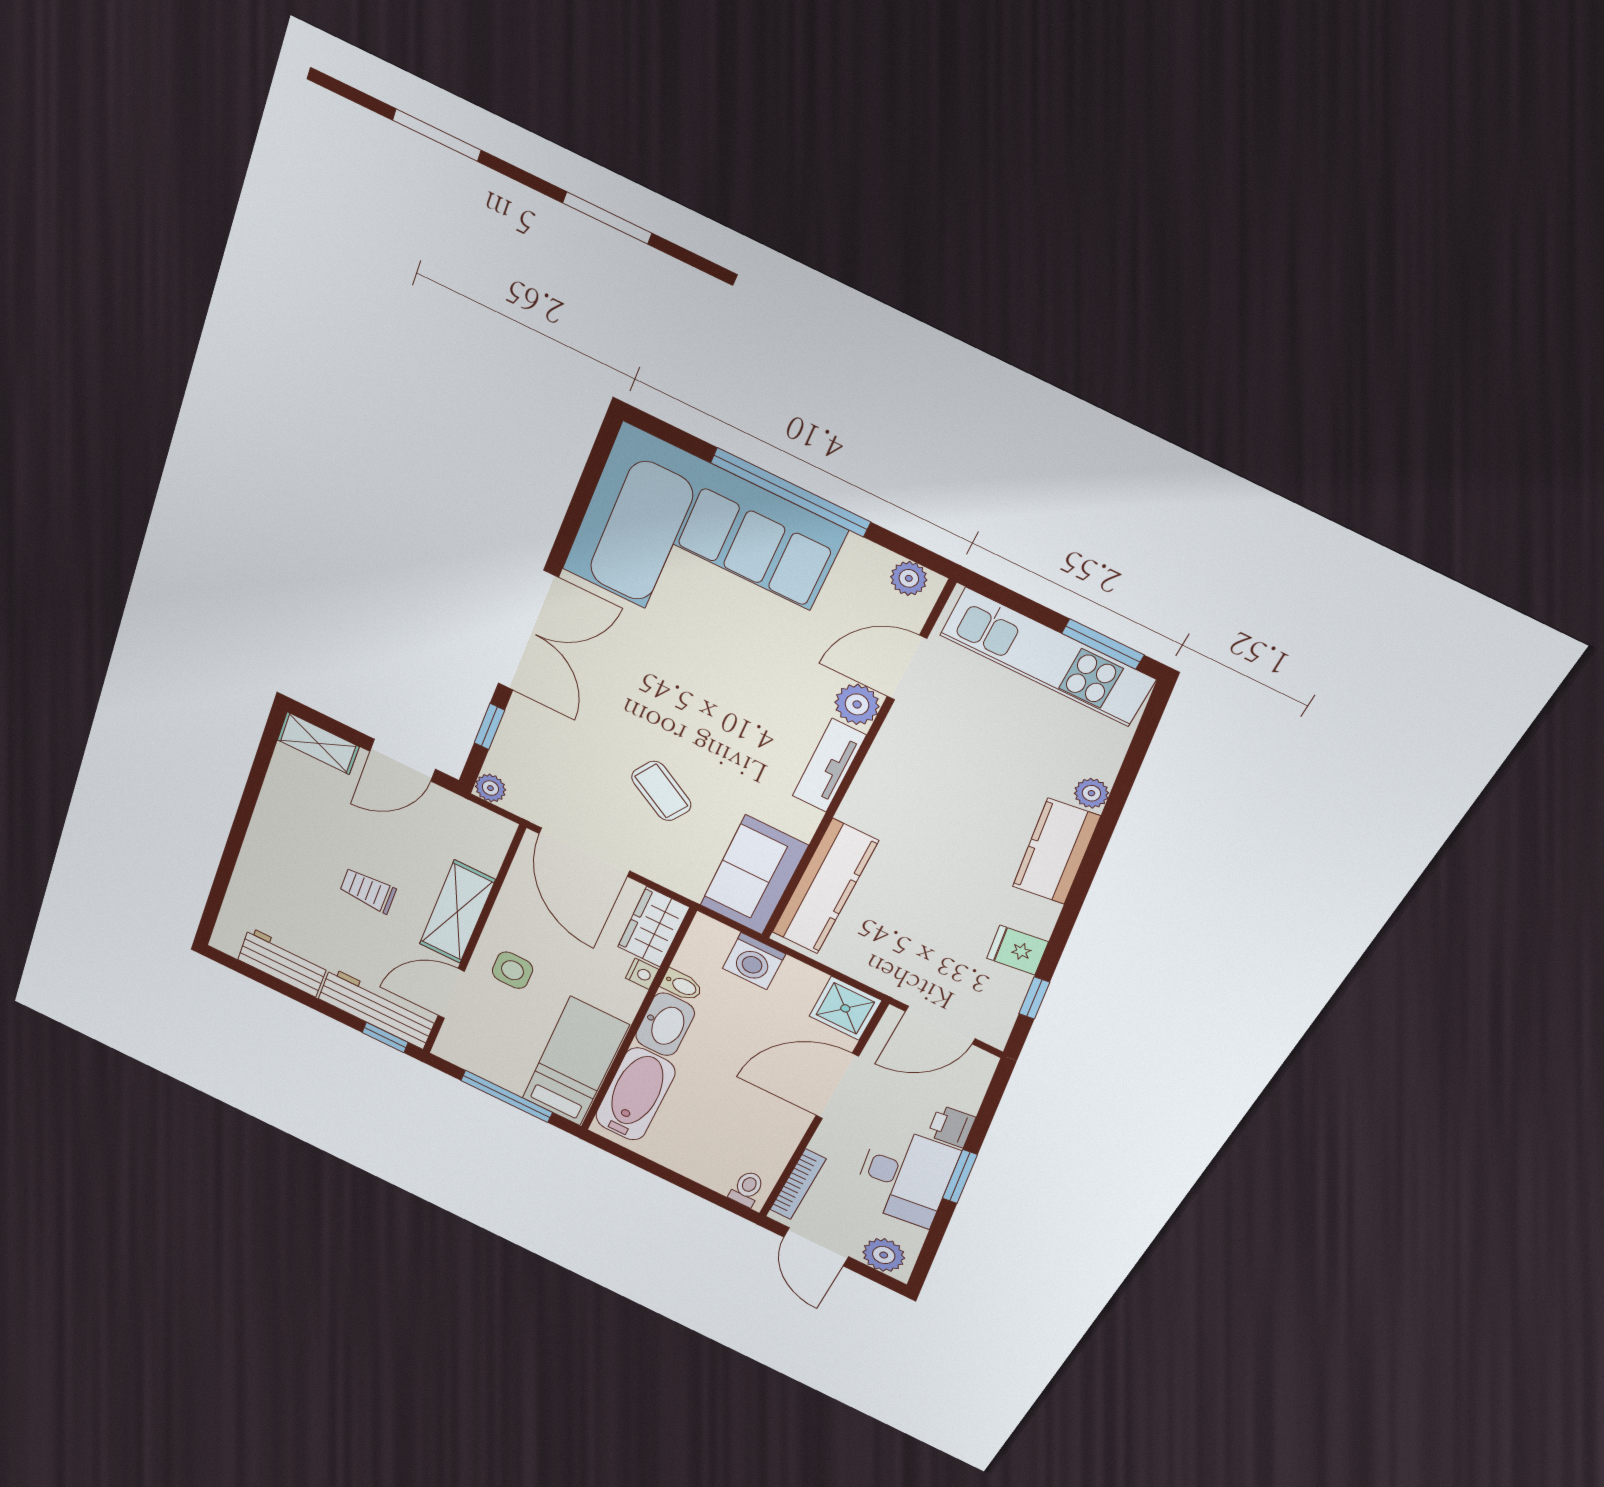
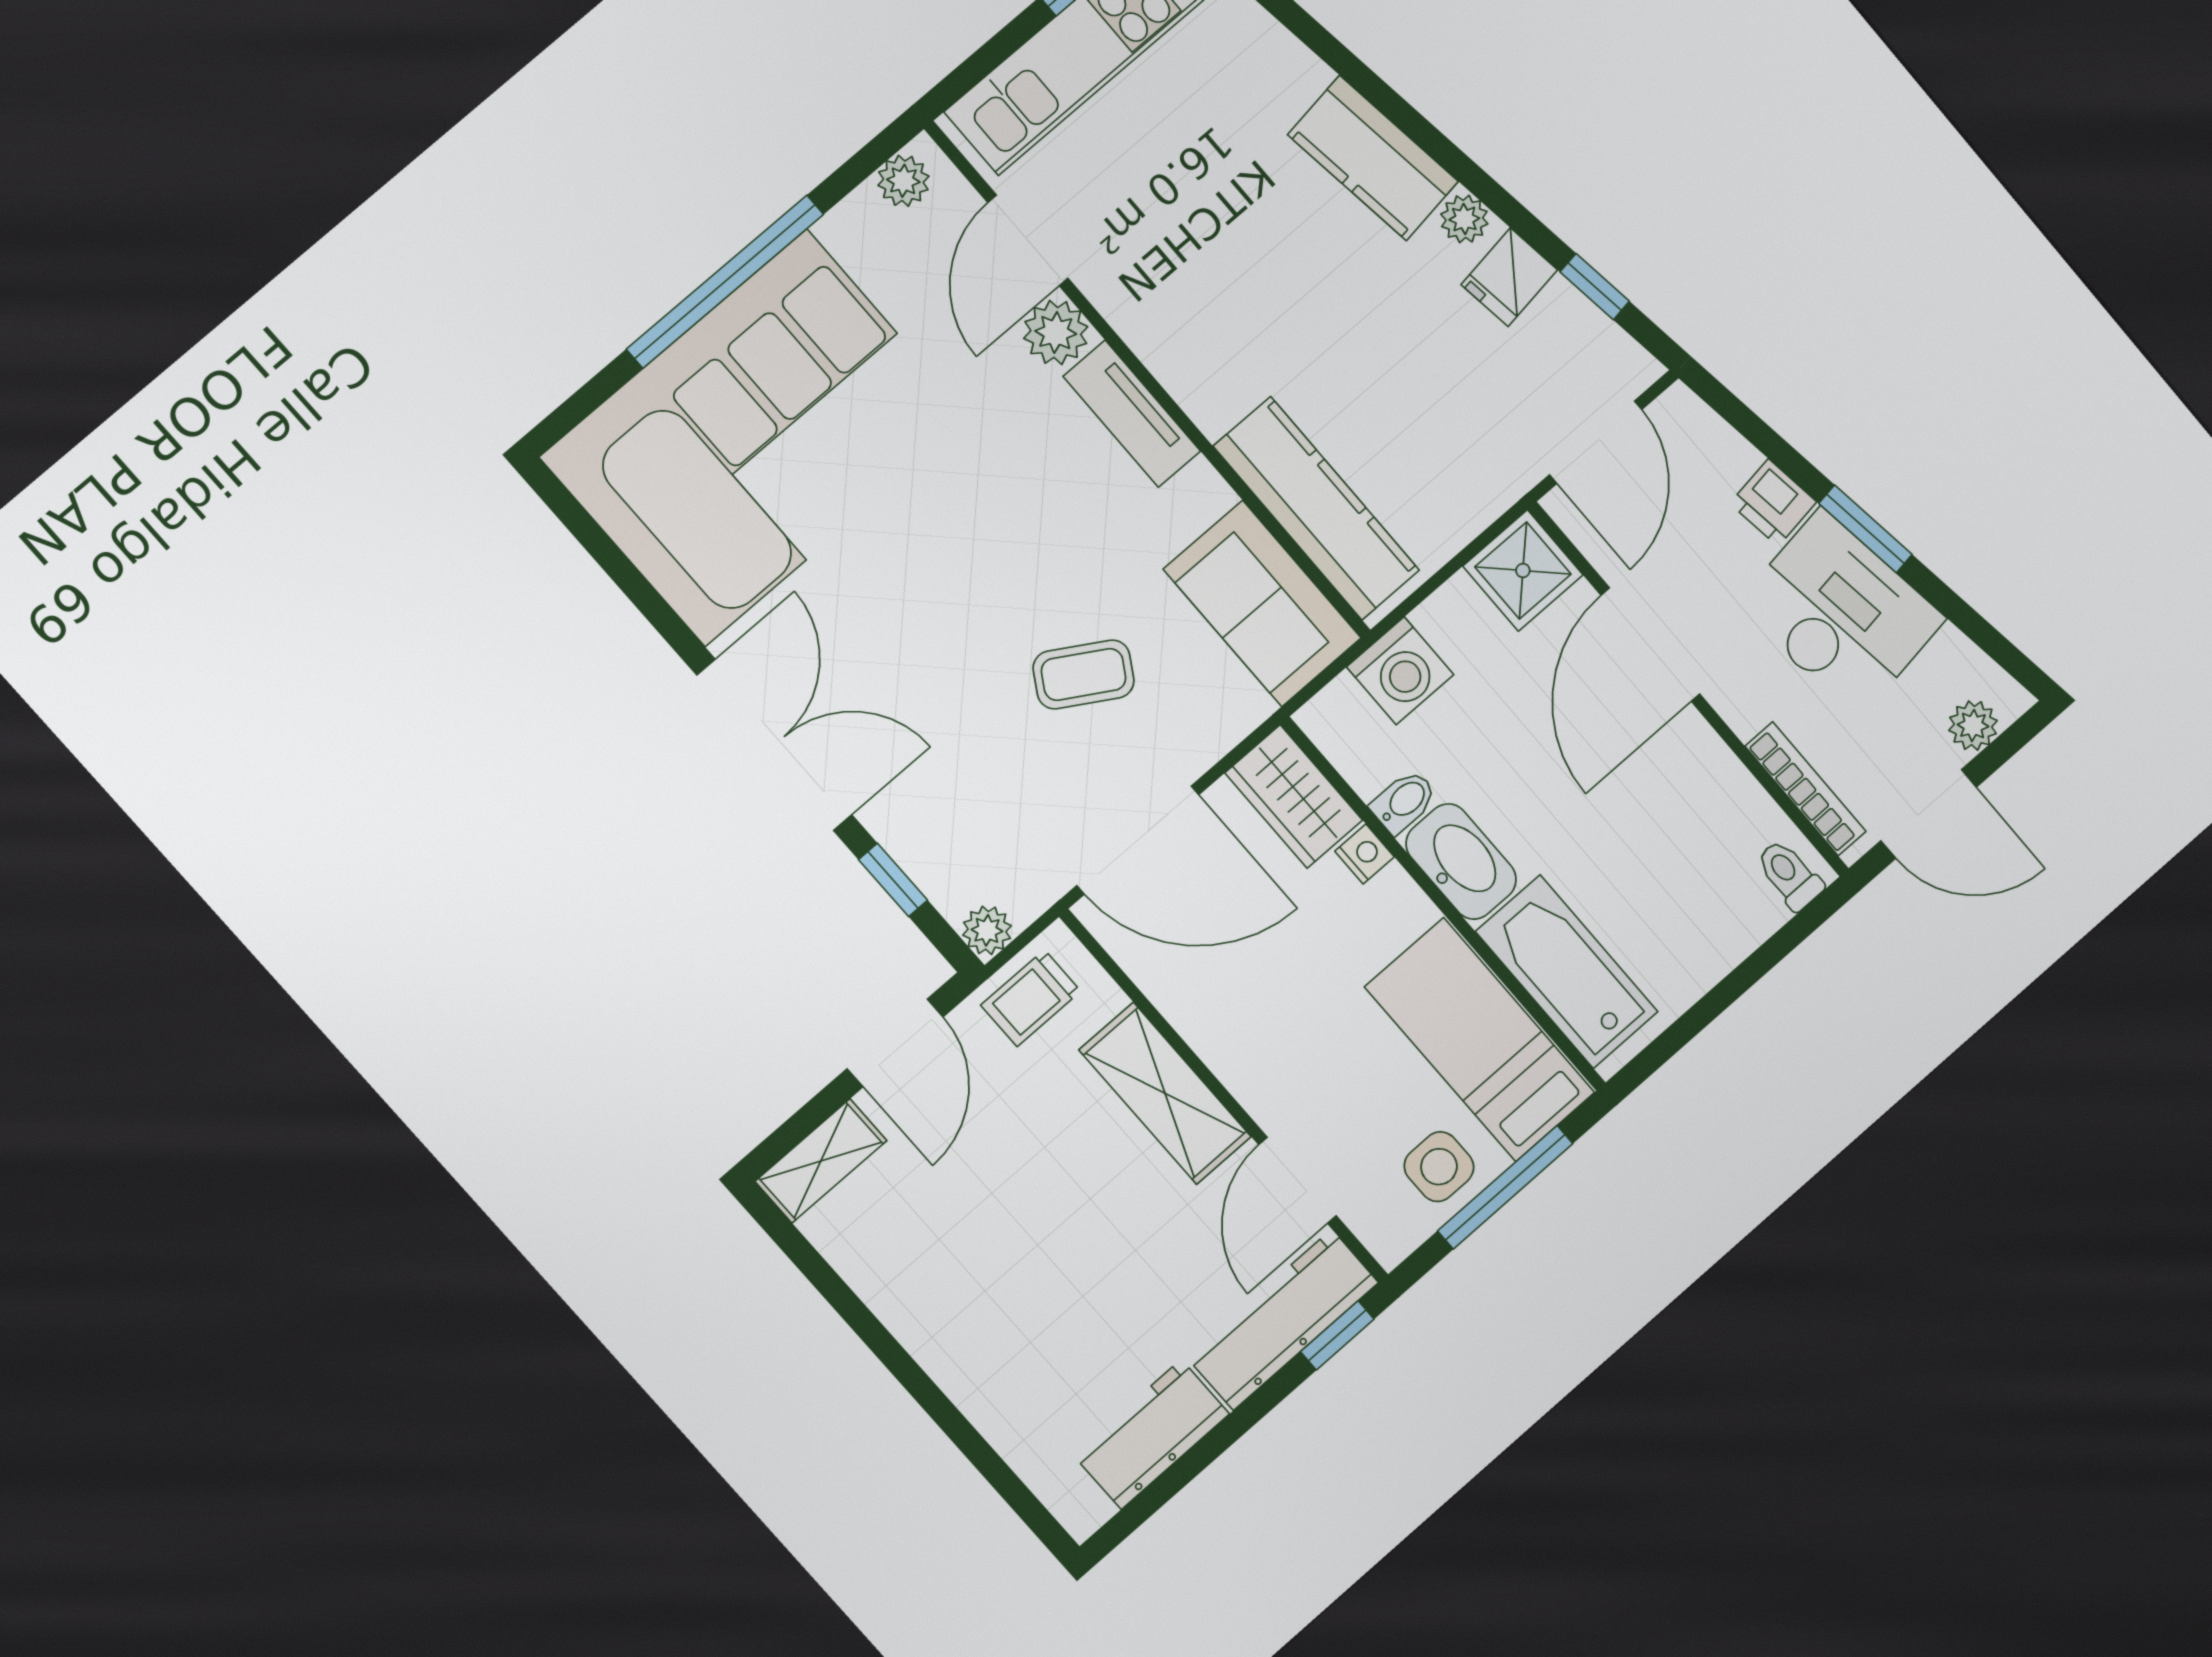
plant: (1091, 793) -> (1464, 219), moved
trolley: (368, 890) -> (1031, 998), moved
side table: (512, 970) -> (1439, 1167), moved
plant: (884, 1255) -> (1973, 726), width x0.73, depth x0.73

